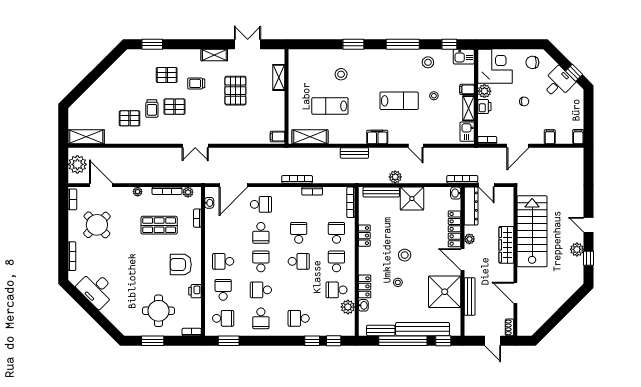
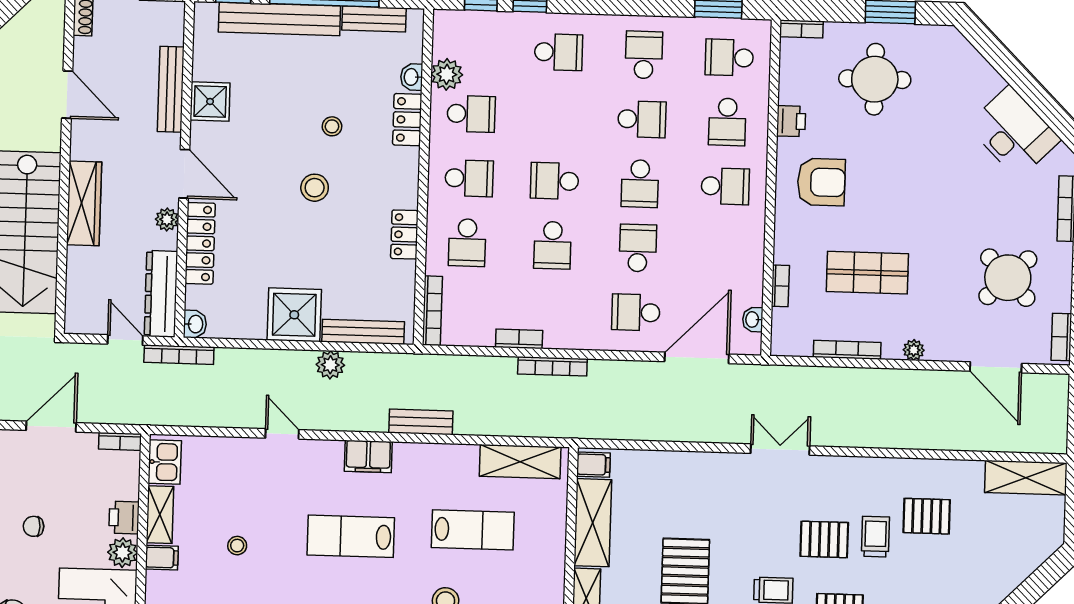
lab bench: (399, 101) -> (351, 536), moved
shelving: (277, 111) -> (593, 523), added
plant: (77, 164) -> (1048, 416), removed
plant: (188, 192) -> (800, 345), removed
school desk: (336, 261) -> (469, 178), turned -90
shower: (445, 292) -> (210, 101), width x0.54, depth x0.54

